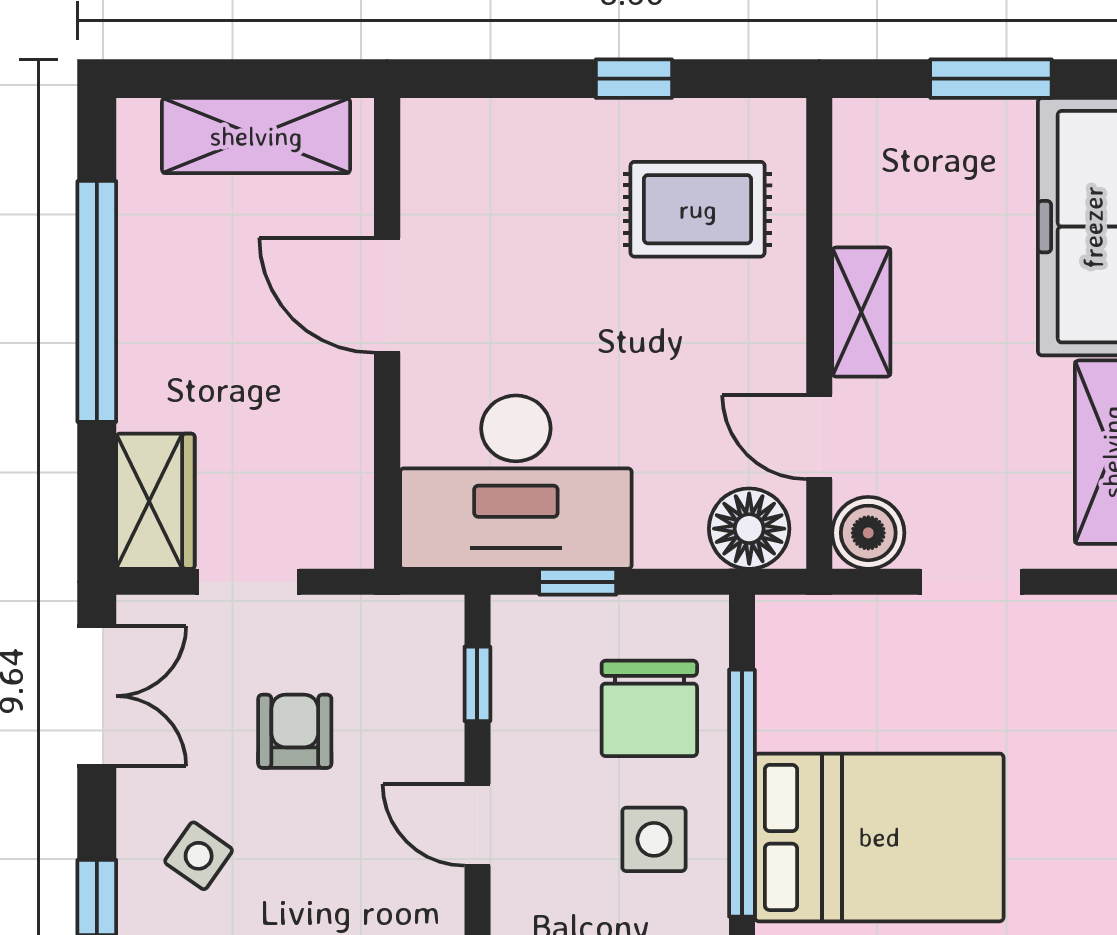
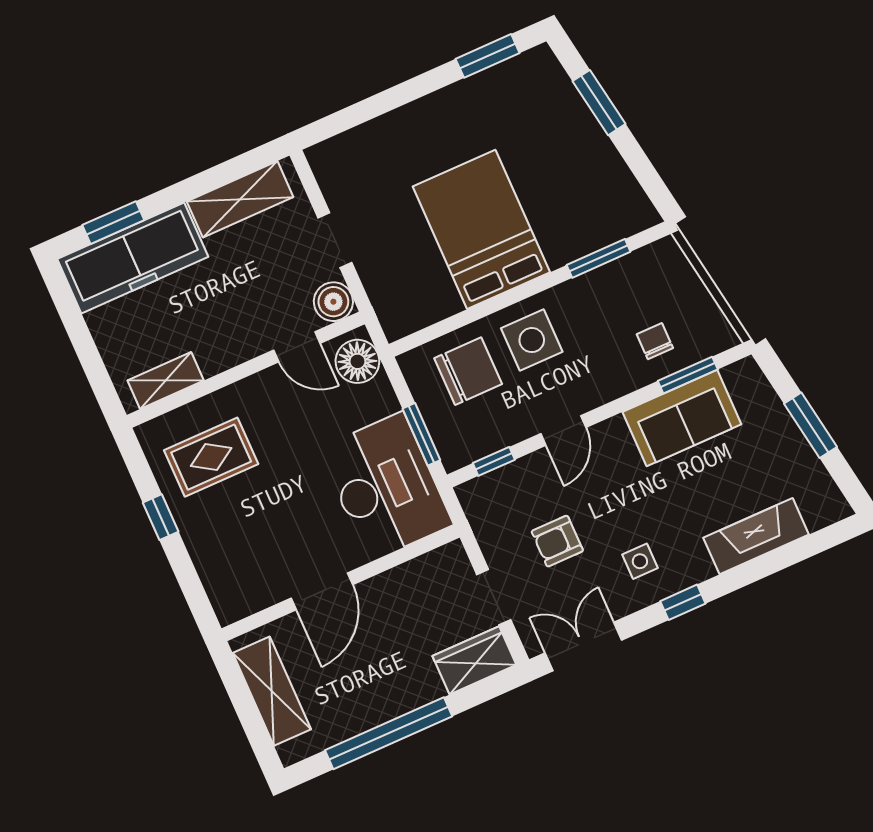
window: (991, 79) -> (82, 341), removed
rug: (698, 209) -> (211, 457), turned 90
shelving: (861, 312) -> (166, 380), moved
door: (819, 437) -> (297, 347), hinge flipped
window: (578, 582) -> (421, 434), width x1.50
window: (742, 793) -> (490, 307), removed
side table: (654, 839) -> (532, 340), width x1.37, depth x1.37
side table: (199, 856) -> (640, 561), turned -35

